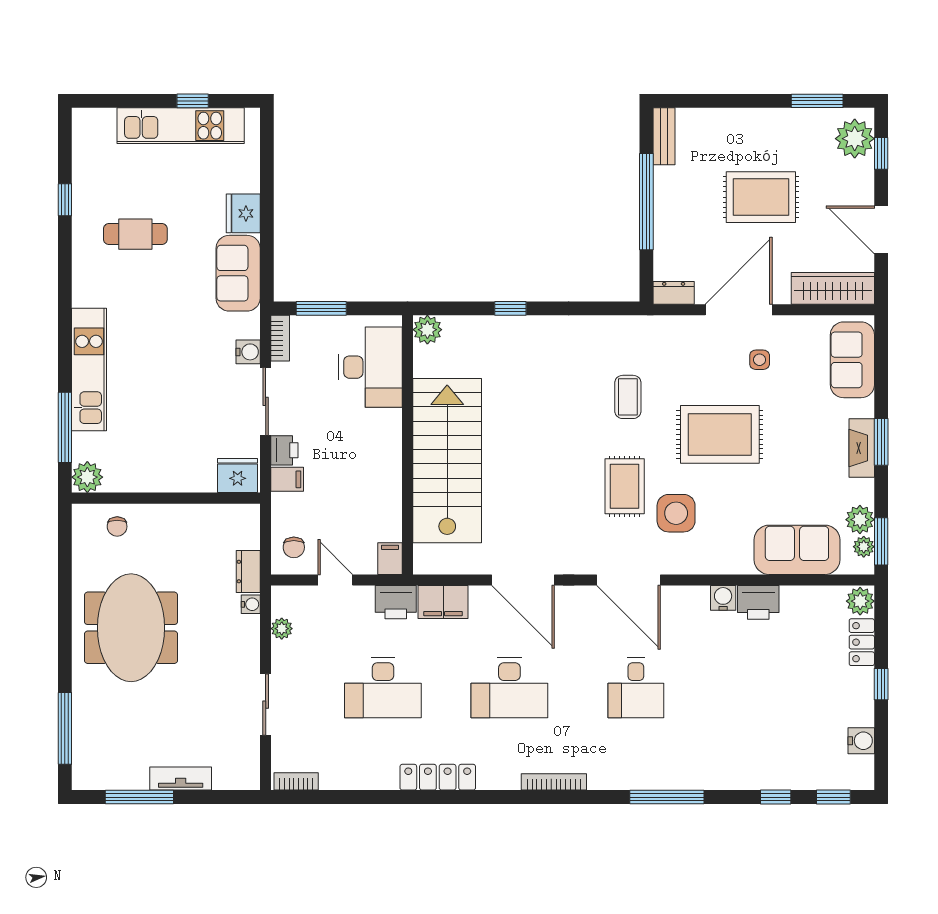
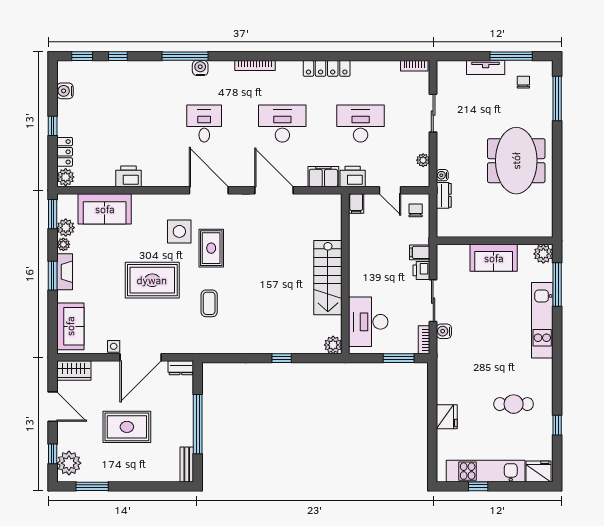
sofa: (238, 273) -> (494, 258), moved, turned 90
wardrobe: (833, 288) -> (74, 371), width x0.67
side table: (760, 360) -> (114, 346), moved
stairs: (447, 461) -> (328, 278), width x0.73, depth x0.66
fridge: (238, 476) -> (538, 472), moved, turned 180
chair: (117, 527) -> (523, 82), moved
plant: (864, 547) -> (63, 244), moved
water cooler: (723, 598) -> (200, 68), moved, turned 180

